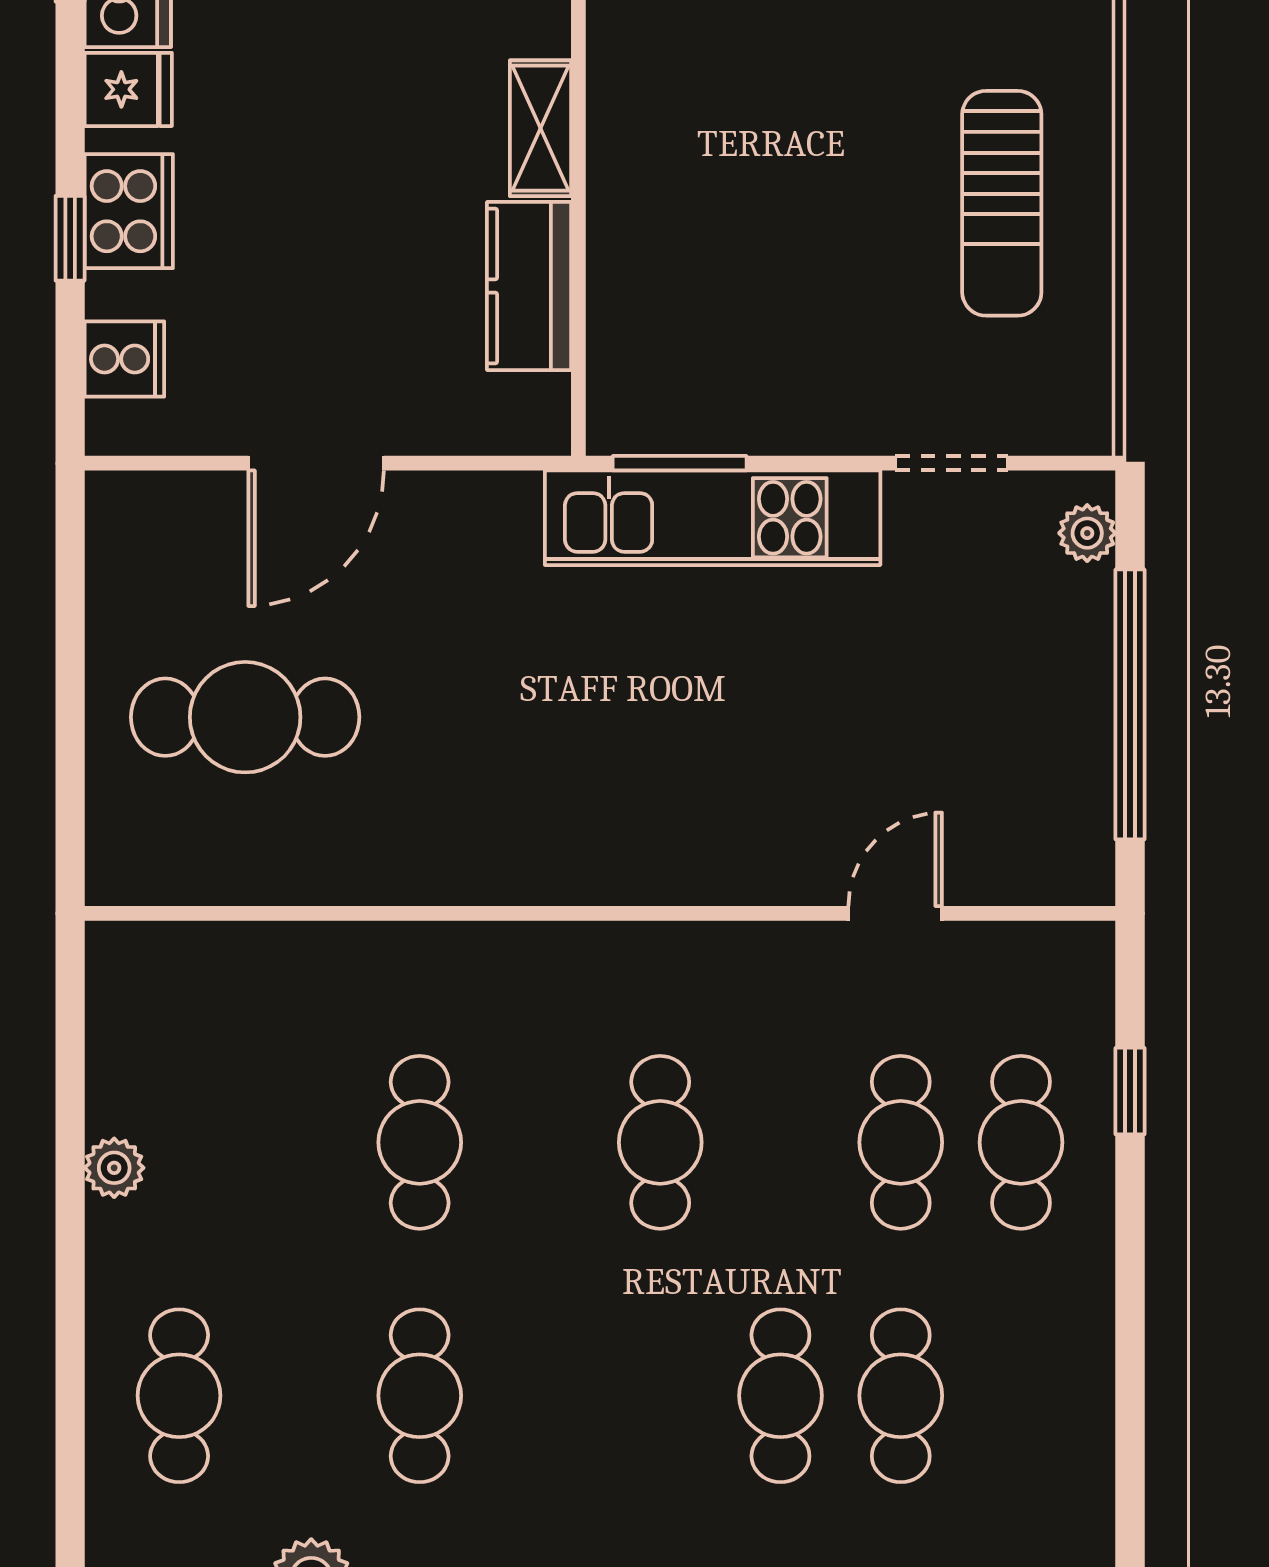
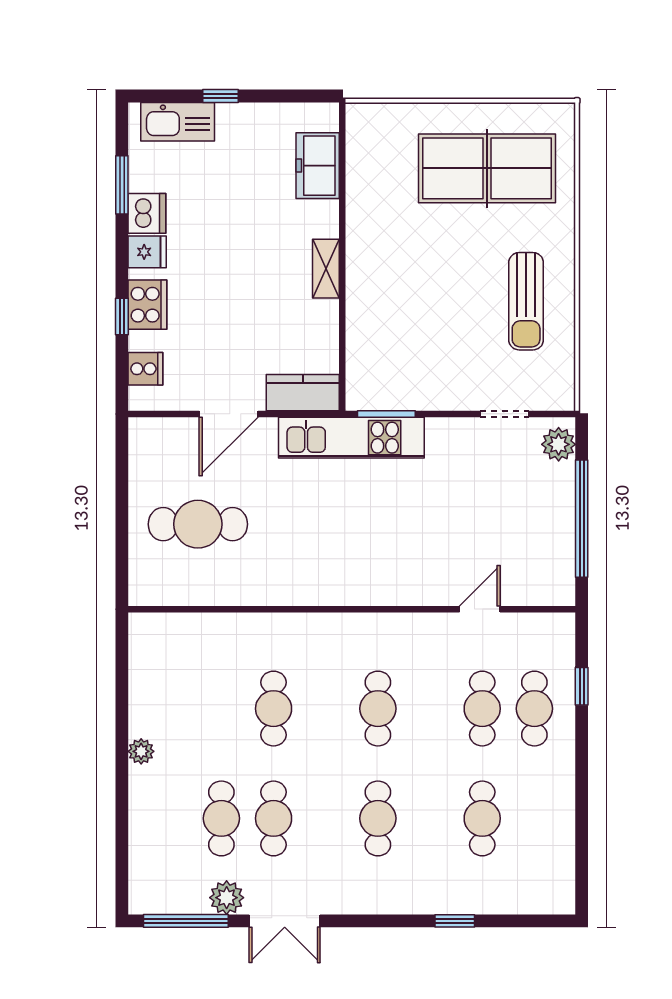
kitchen counter: (529, 286) -> (303, 393), moved, turned 90
kitchen unit: (713, 518) -> (351, 438), moved
plant: (1087, 533) -> (559, 444), width x1.38, depth x1.38
plant: (114, 1168) -> (141, 751), moved
cafe table: (179, 1396) -> (221, 818), moved
cafe table: (780, 1396) -> (378, 818), moved

